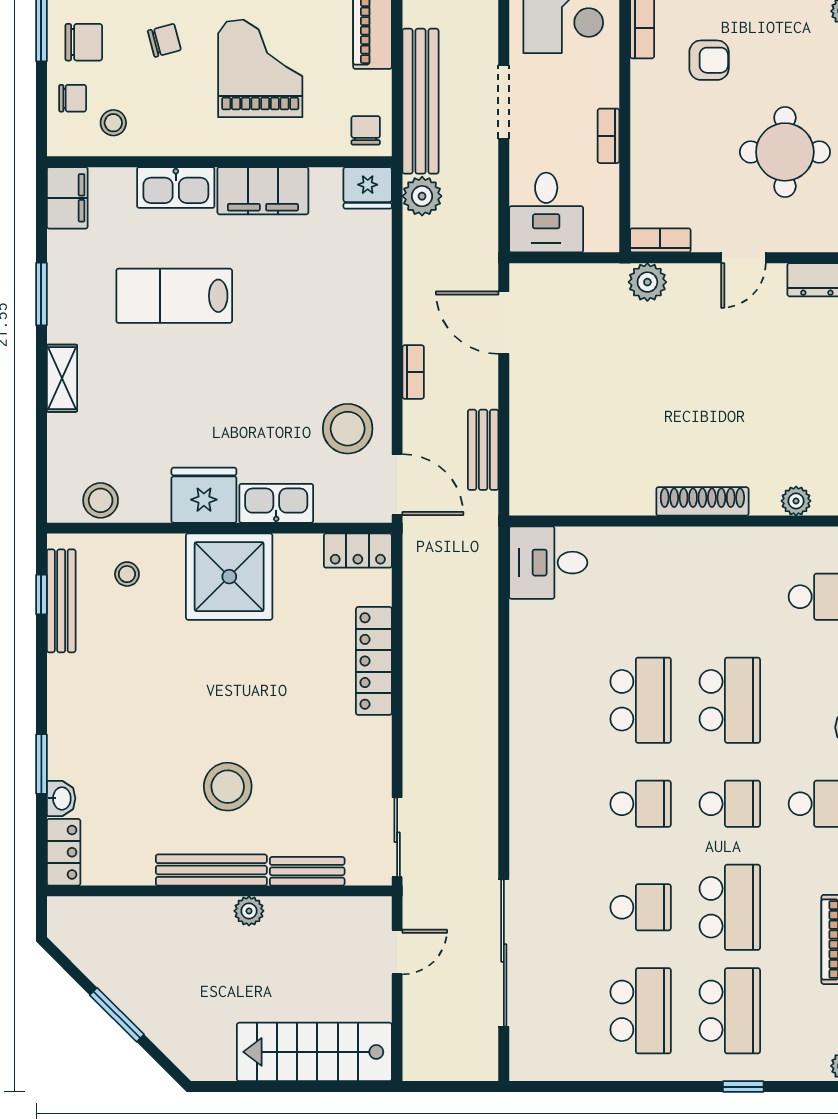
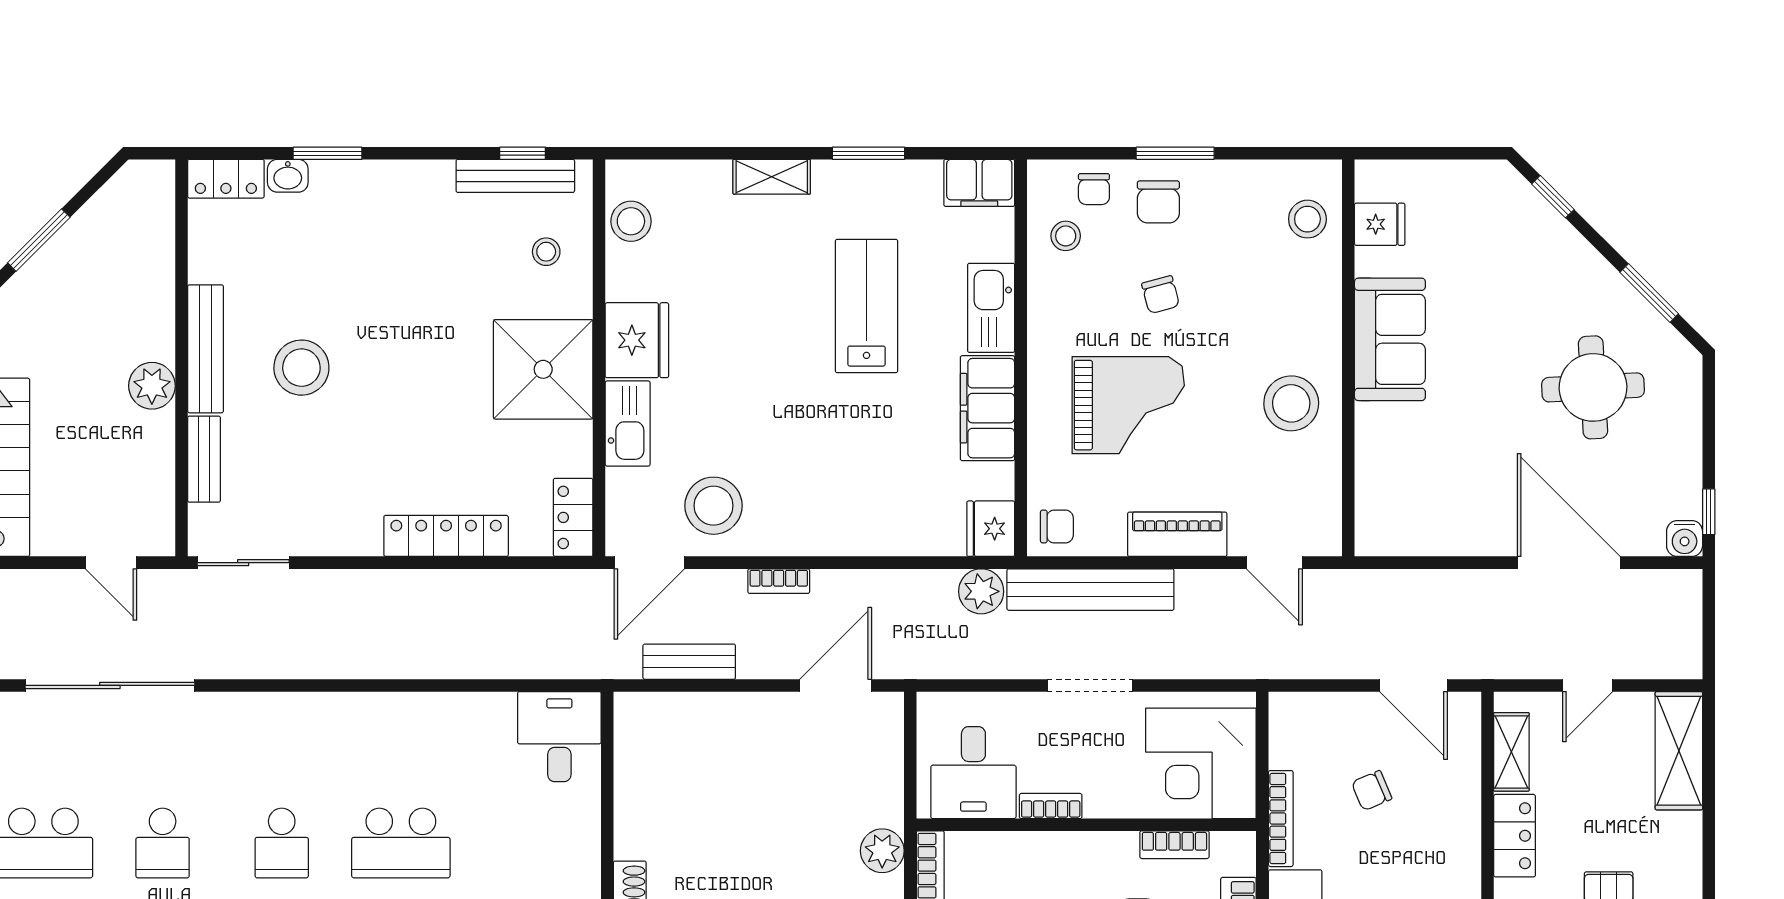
desk: (546, 213) -> (973, 773), moved, turned -90
plant: (249, 911) -> (152, 386), width x1.38, depth x1.38

